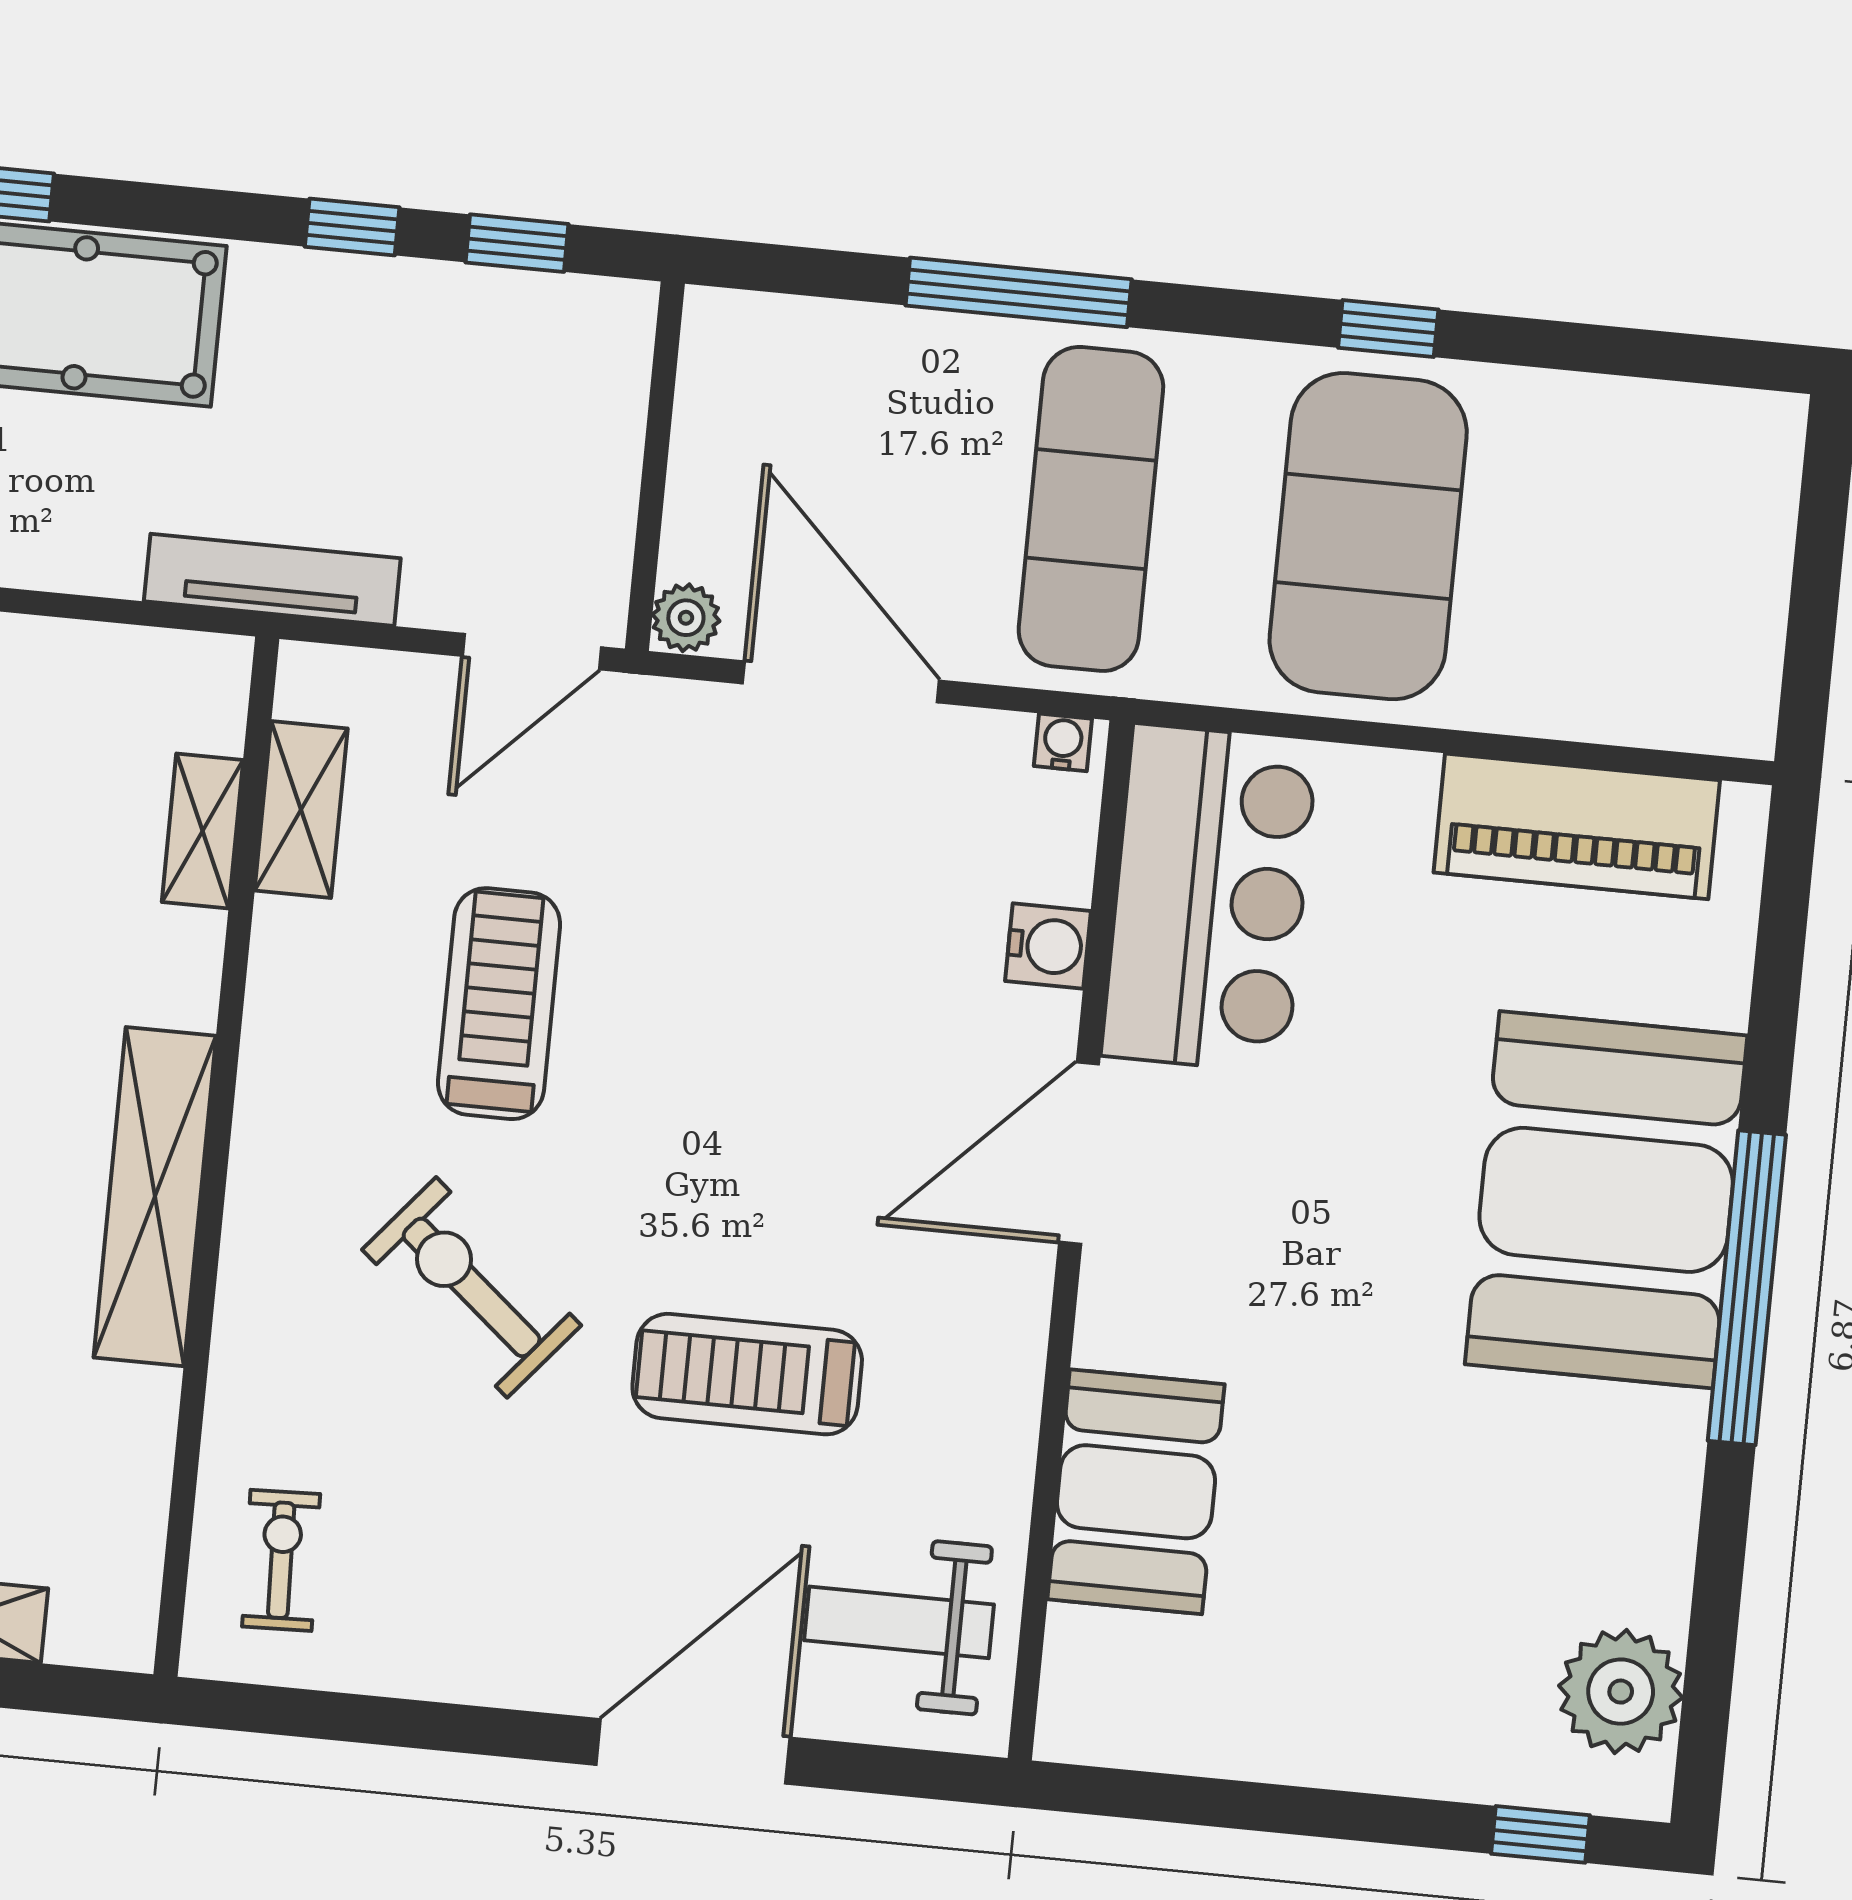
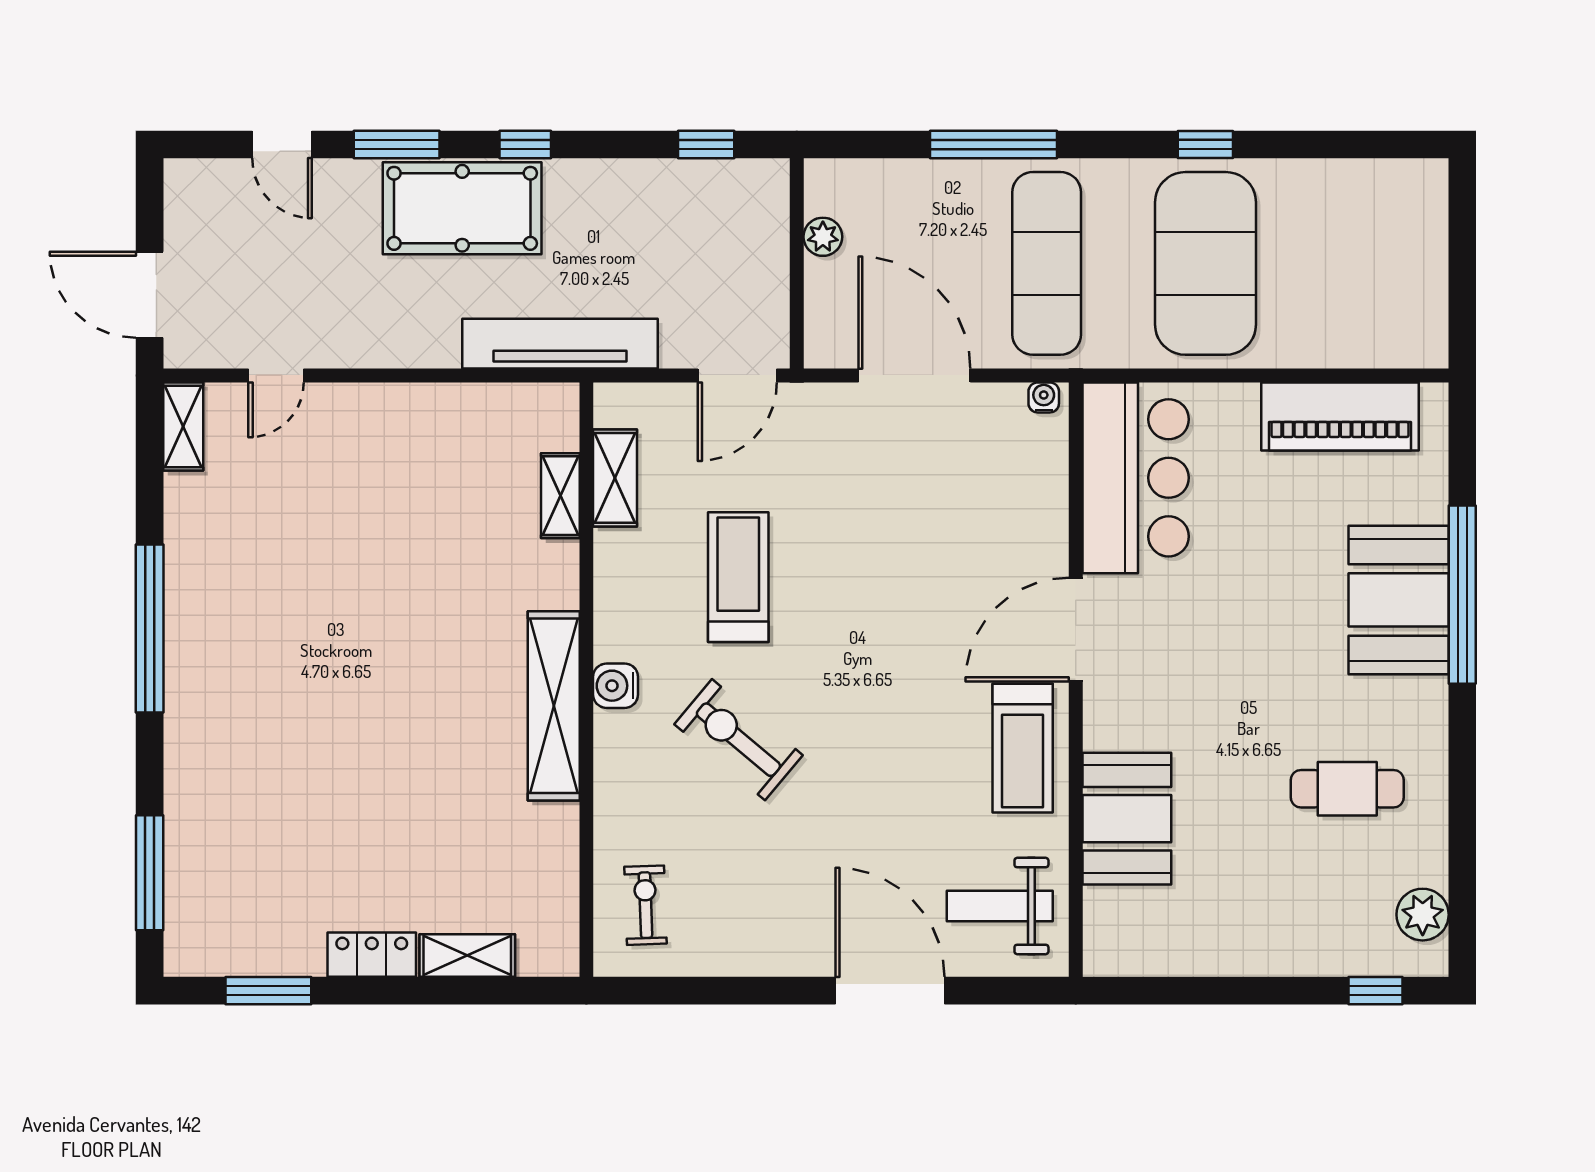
window: (352, 227) -> (525, 144), moved
tv unit: (272, 580) -> (560, 344), width x1.36, depth x1.29
plant: (686, 618) -> (823, 237), moved
water cooler: (1048, 946) -> (616, 686), moved, turned 180
booth: (1606, 1200) -> (1399, 600), width x0.73, depth x0.70
window: (1747, 1288) -> (1462, 595), moved
treadmill: (747, 1374) -> (1023, 748), moved, turned -90
cafe table: (1526, 1477) -> (1347, 789), added
plant: (1621, 1692) -> (1423, 915), width x0.73, depth x0.73
door: (693, 1751) -> (890, 991), hinge flipped

